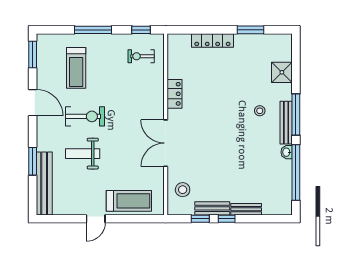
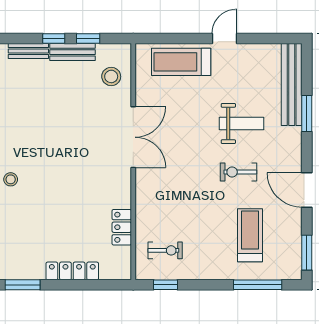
window: (93, 30) -> (258, 285), moved
locker: (174, 94) -> (122, 227), moved
exercise bike: (85, 116) -> (239, 172), width x0.73, depth x0.72

